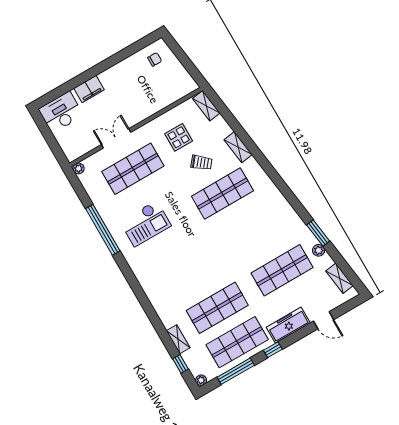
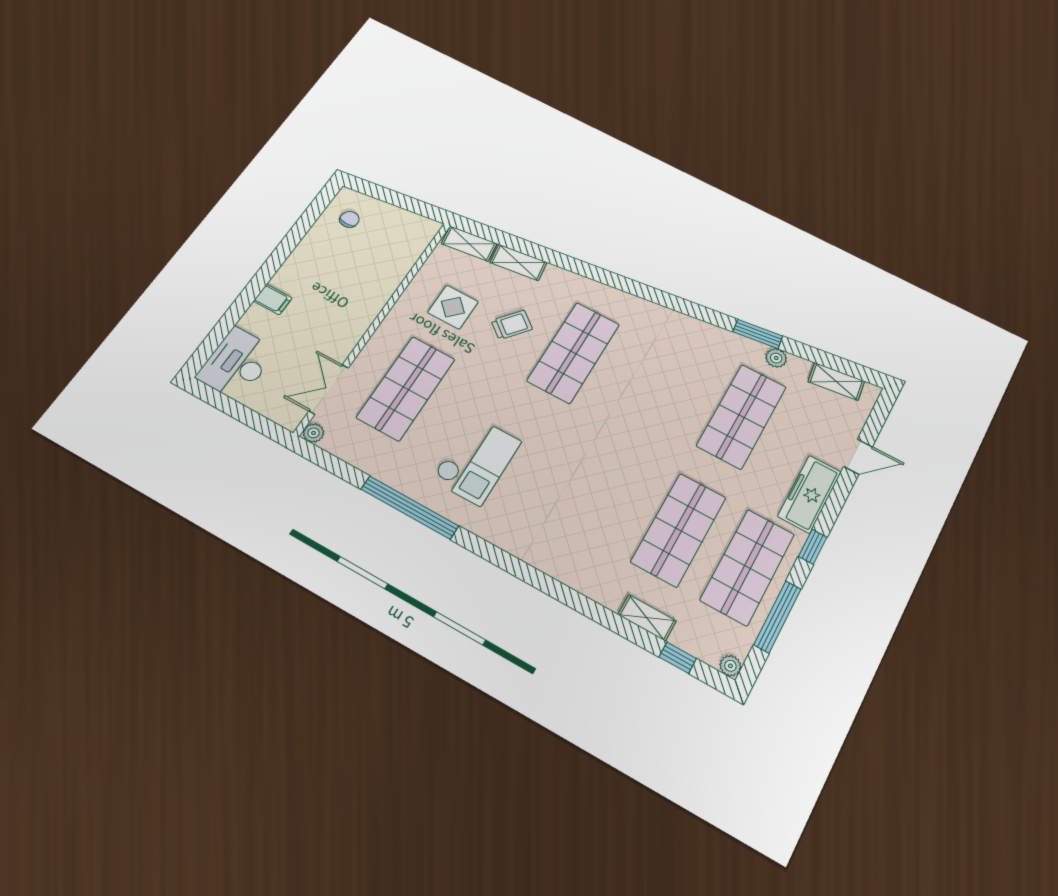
filing cabinet: (89, 89) -> (273, 299), width x0.50
double door: (116, 138) -> (329, 389), moved
shelving: (238, 147) -> (518, 262), moved

